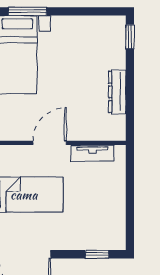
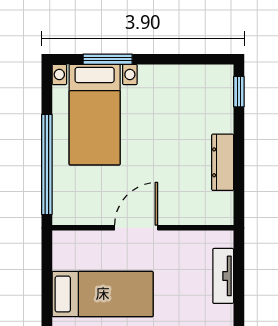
tv unit: (92, 153) -> (223, 276), moved, turned 90

